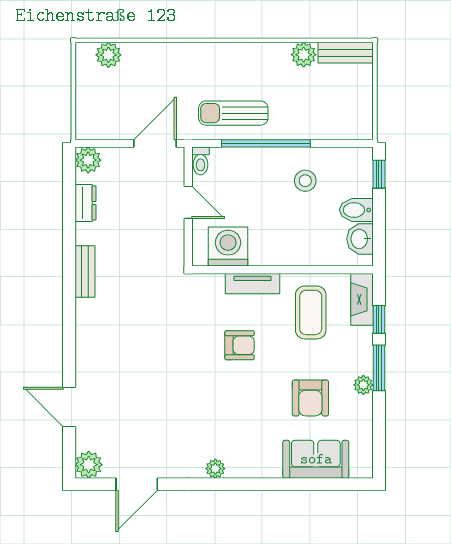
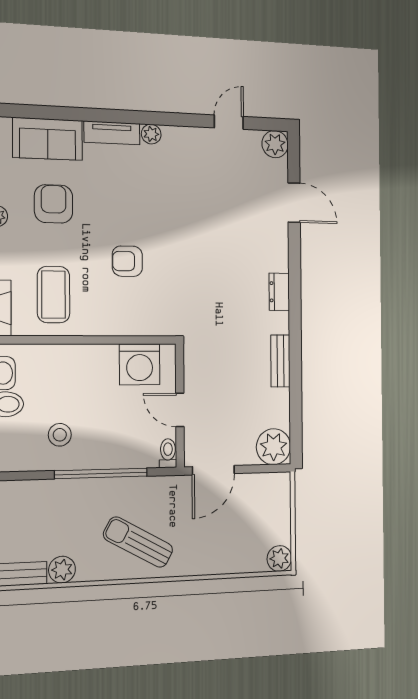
plant: (108, 55) -> (279, 558), moved
sun lounger: (233, 113) -> (138, 542), moved, turned -151
plant: (88, 160) -> (274, 447), width x1.36, depth x1.36
dresser: (86, 203) -> (279, 292), moved
bench: (85, 271) -> (280, 361), moved
tv unit: (252, 284) -> (112, 133), moved, turned 180
door: (137, 484) -> (229, 122), width x0.73

